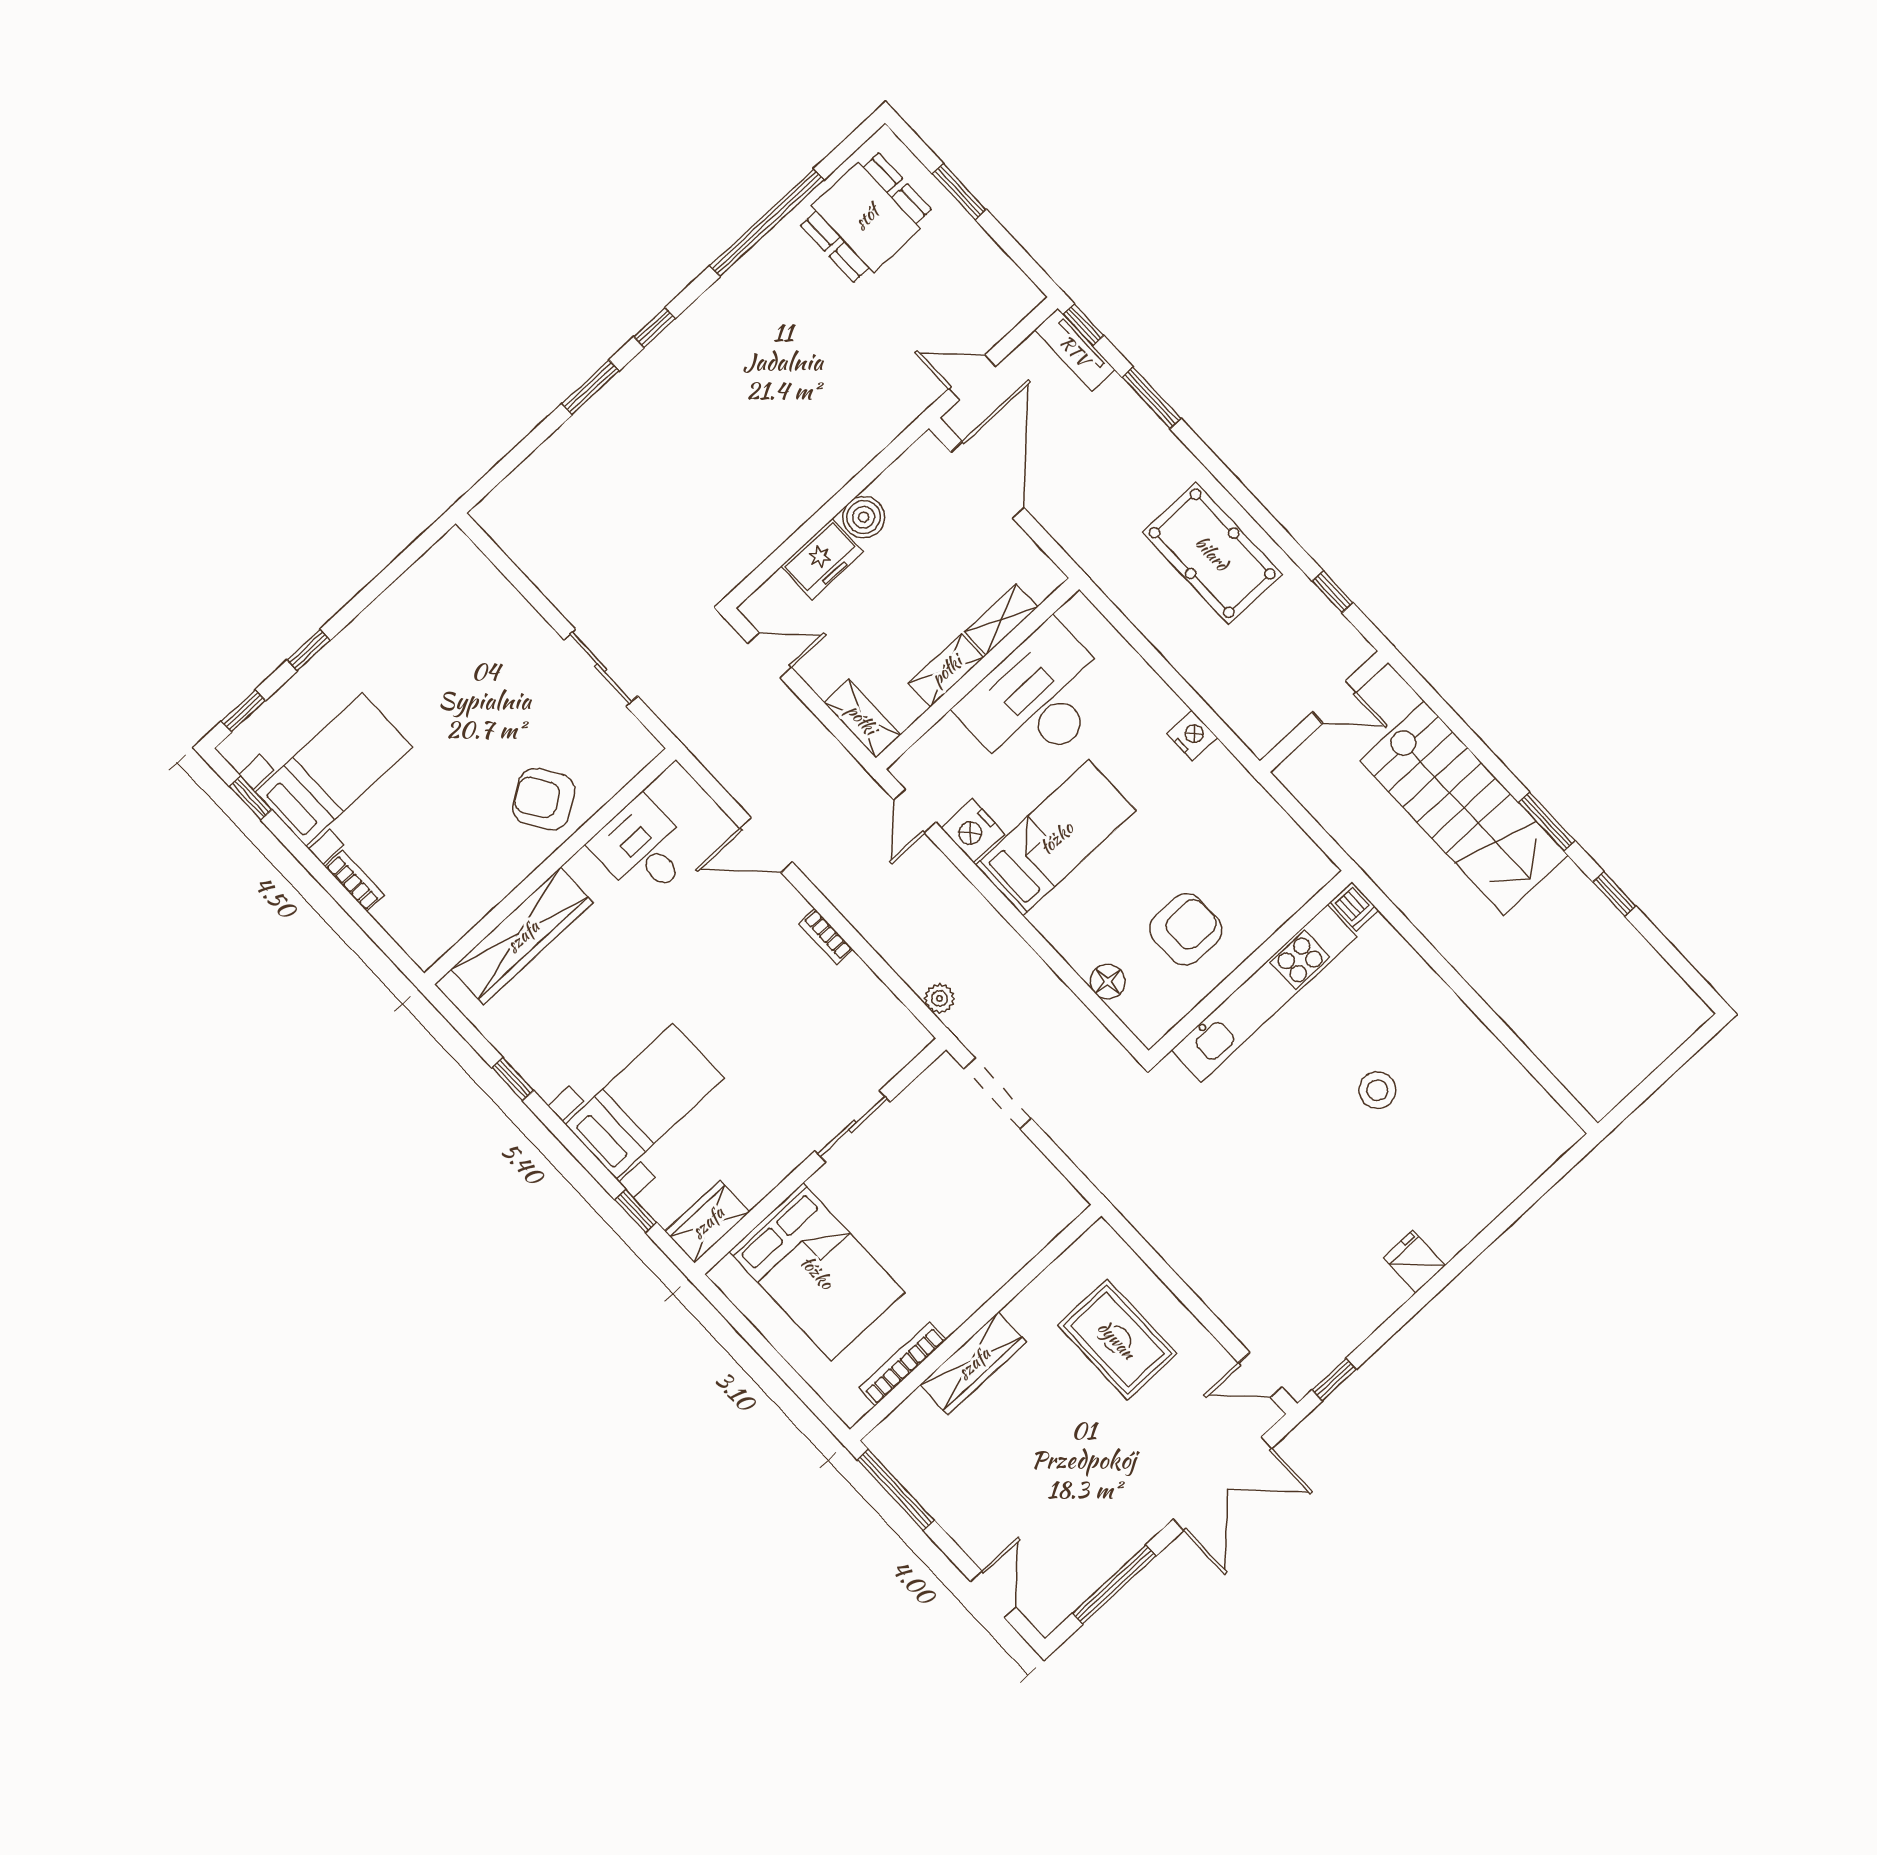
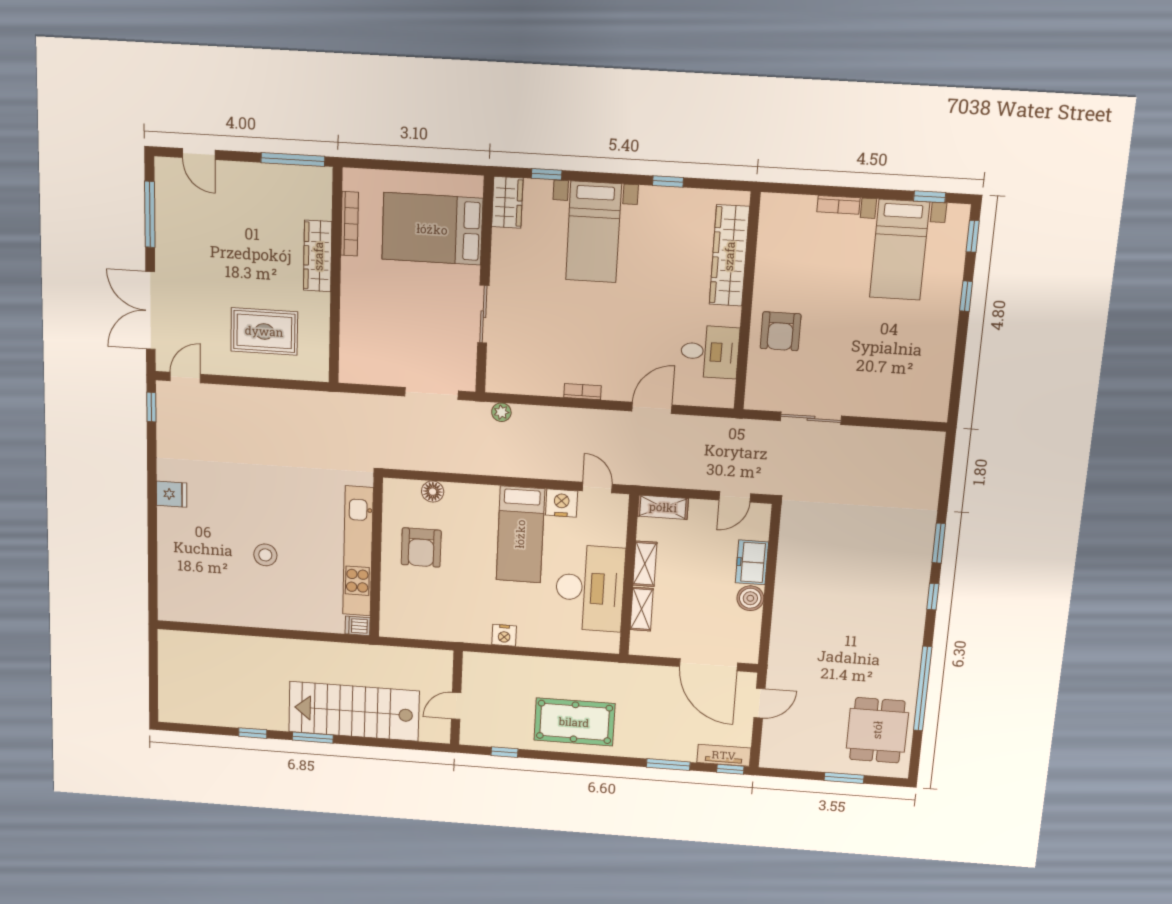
armchair: (544, 799) -> (781, 331), turned 123

